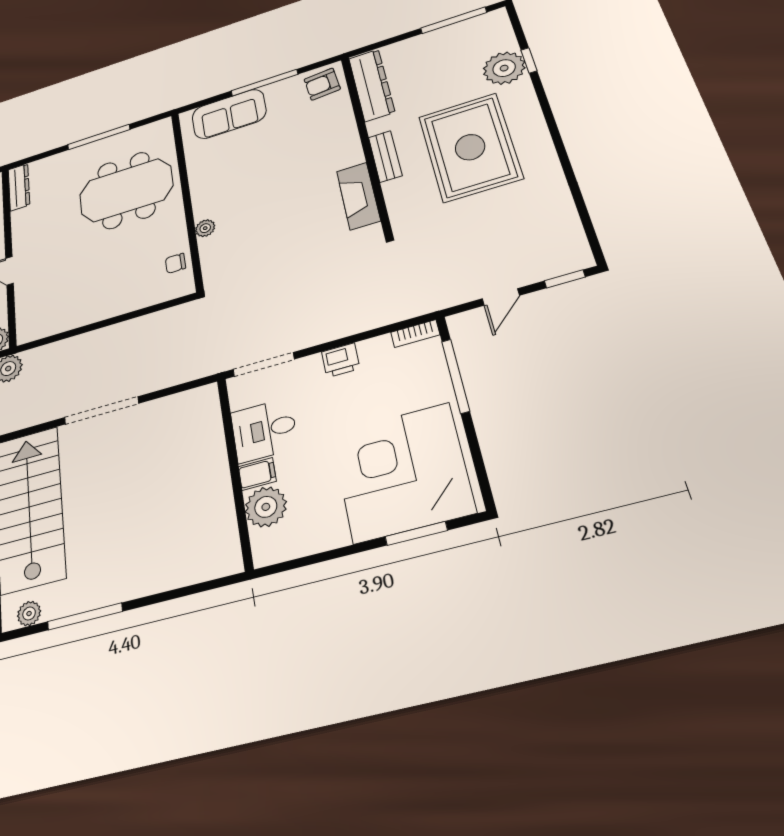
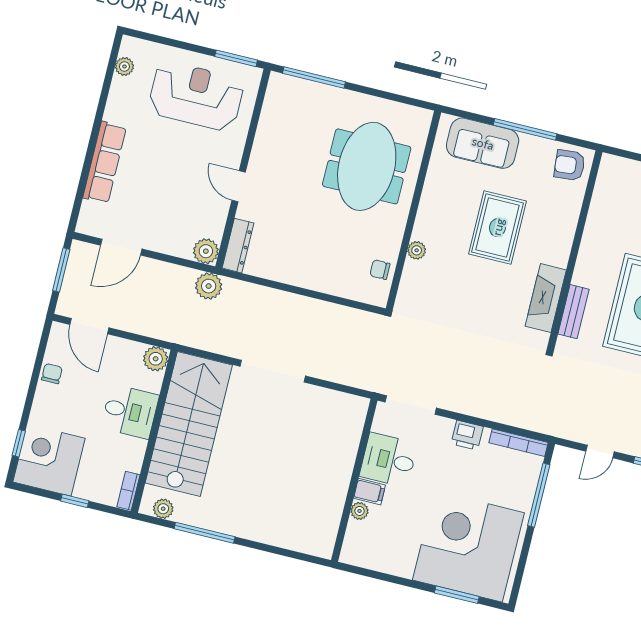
dresser: (372, 85) -> (606, 194), removed
window: (99, 137) -> (314, 77), moved
bench: (385, 156) -> (573, 312), moved
rug: (277, 167) -> (498, 227), added
dresser: (19, 187) -> (238, 246), moved
meeting table: (126, 190) -> (367, 166), turned 90
bookcase: (415, 334) -> (519, 443), width x1.56
plant: (266, 507) -> (360, 511), width x0.53, depth x0.53

